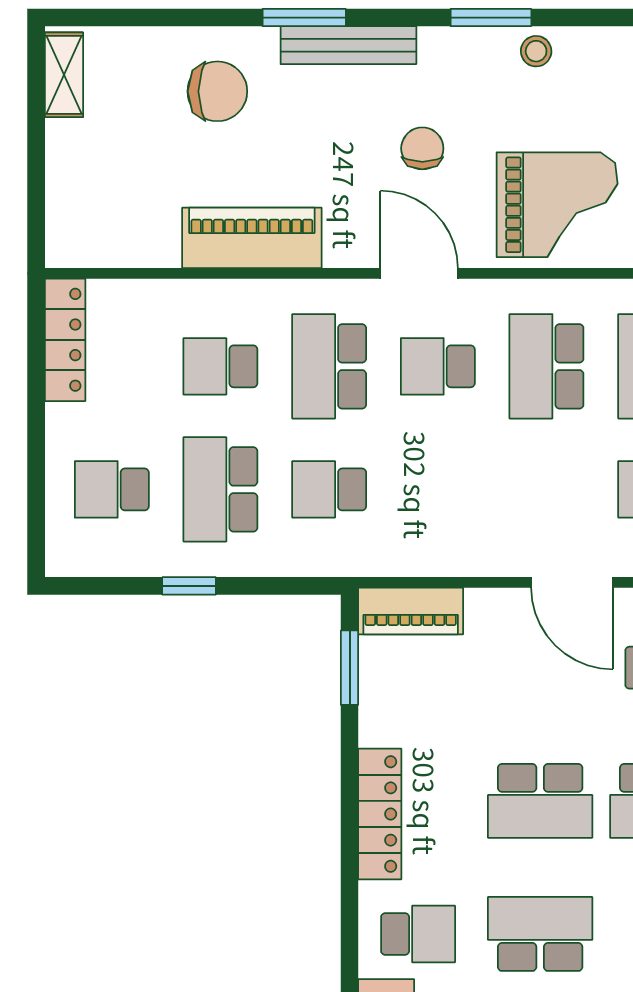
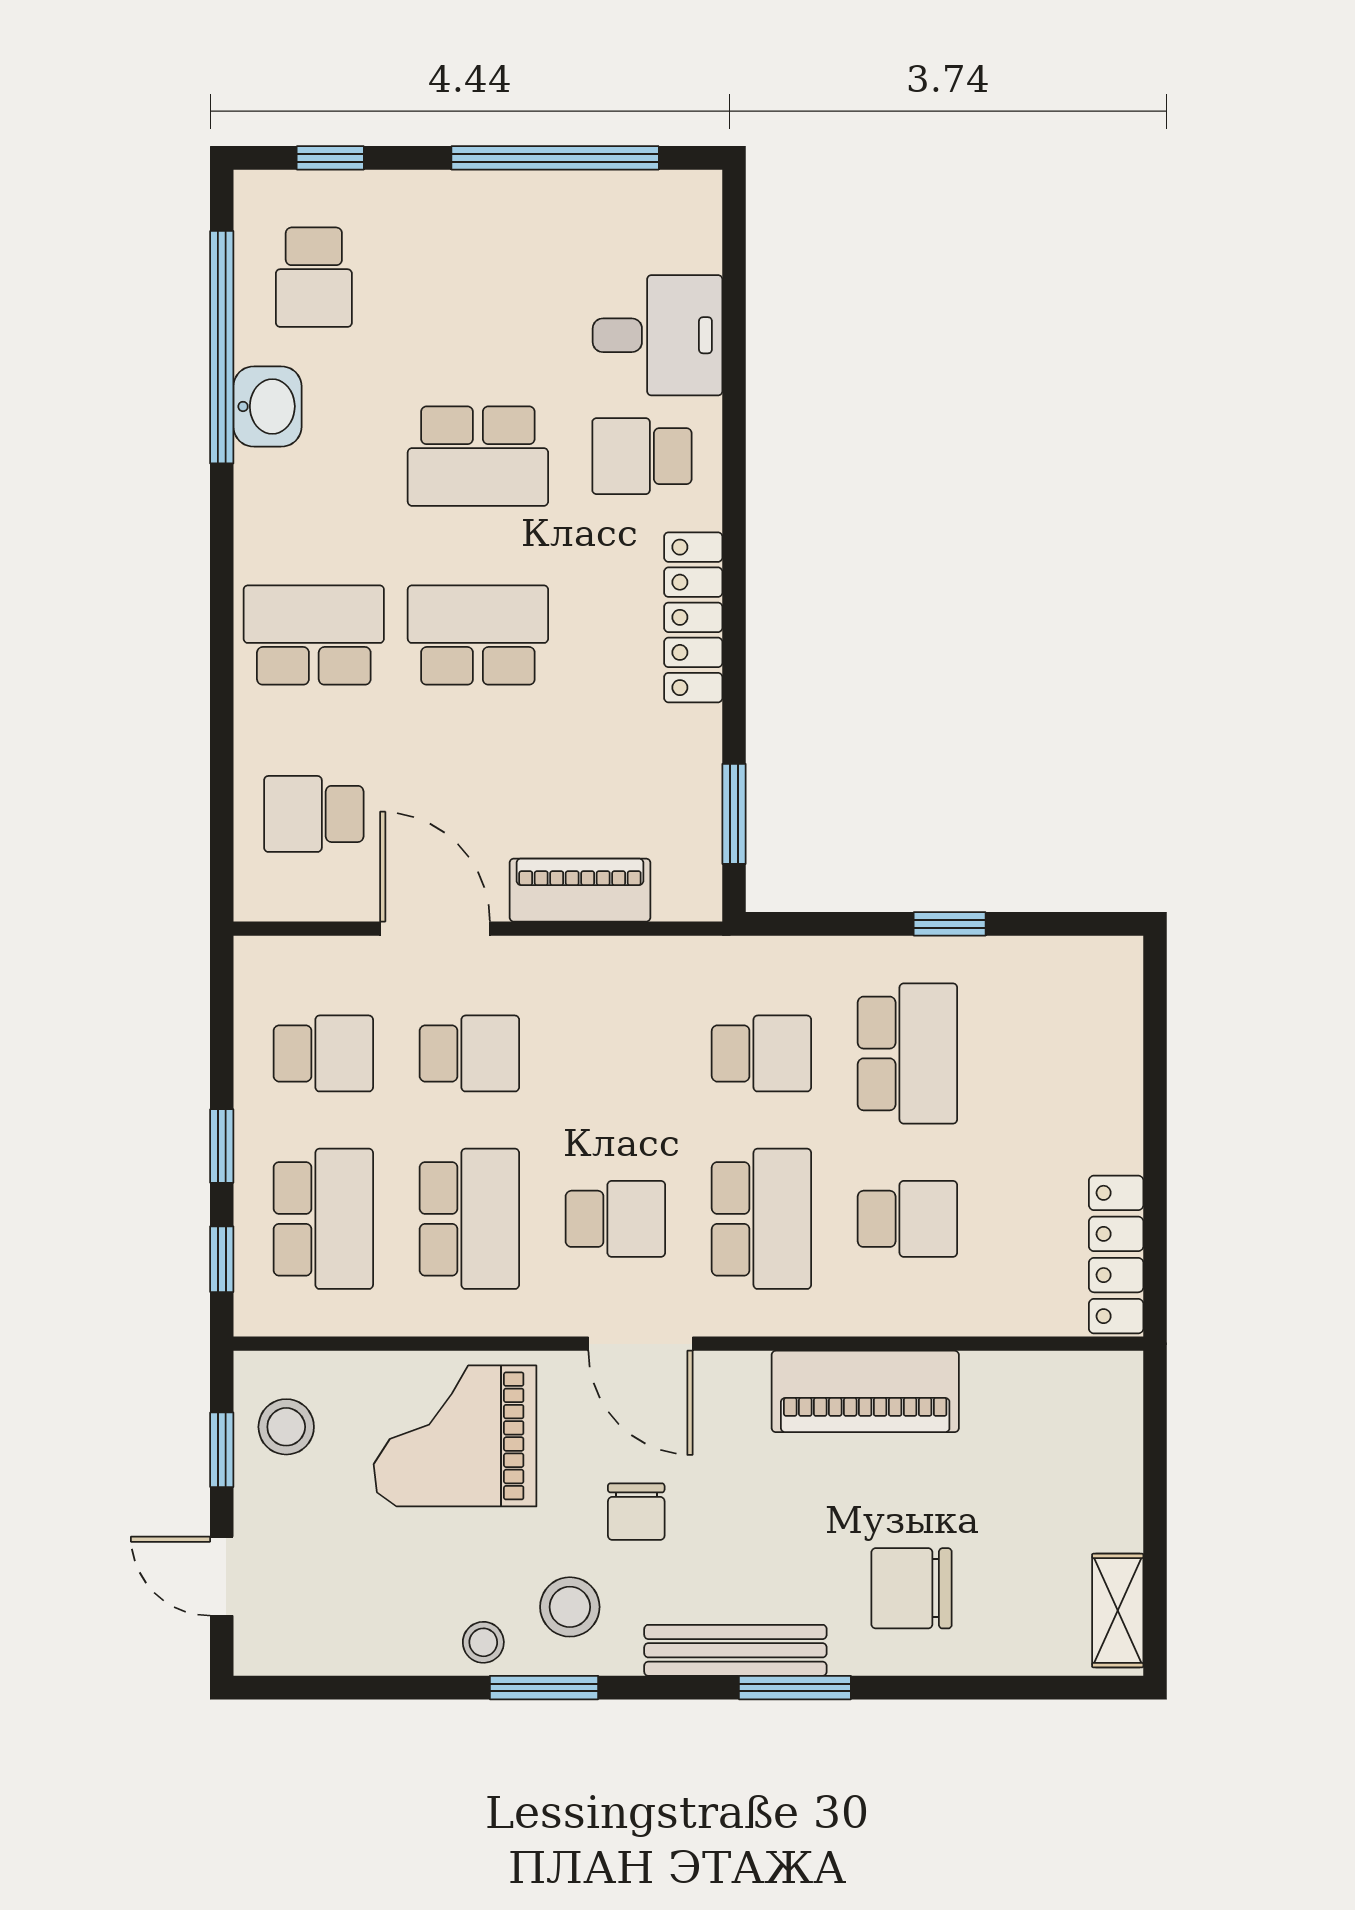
stool: (472, 77) -> (570, 1607), added
school desk: (112, 489) -> (469, 1053), moved
piano: (411, 611) -> (580, 890), moved

